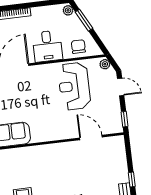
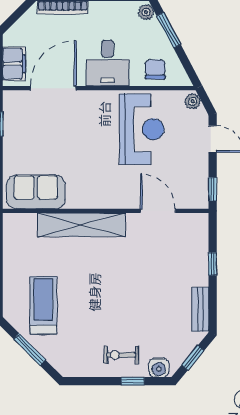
reception desk: (74, 86) -> (142, 129), turned 180
shelving: (43, 152) -> (81, 225), added
window: (132, 180) -> (213, 264), moved

